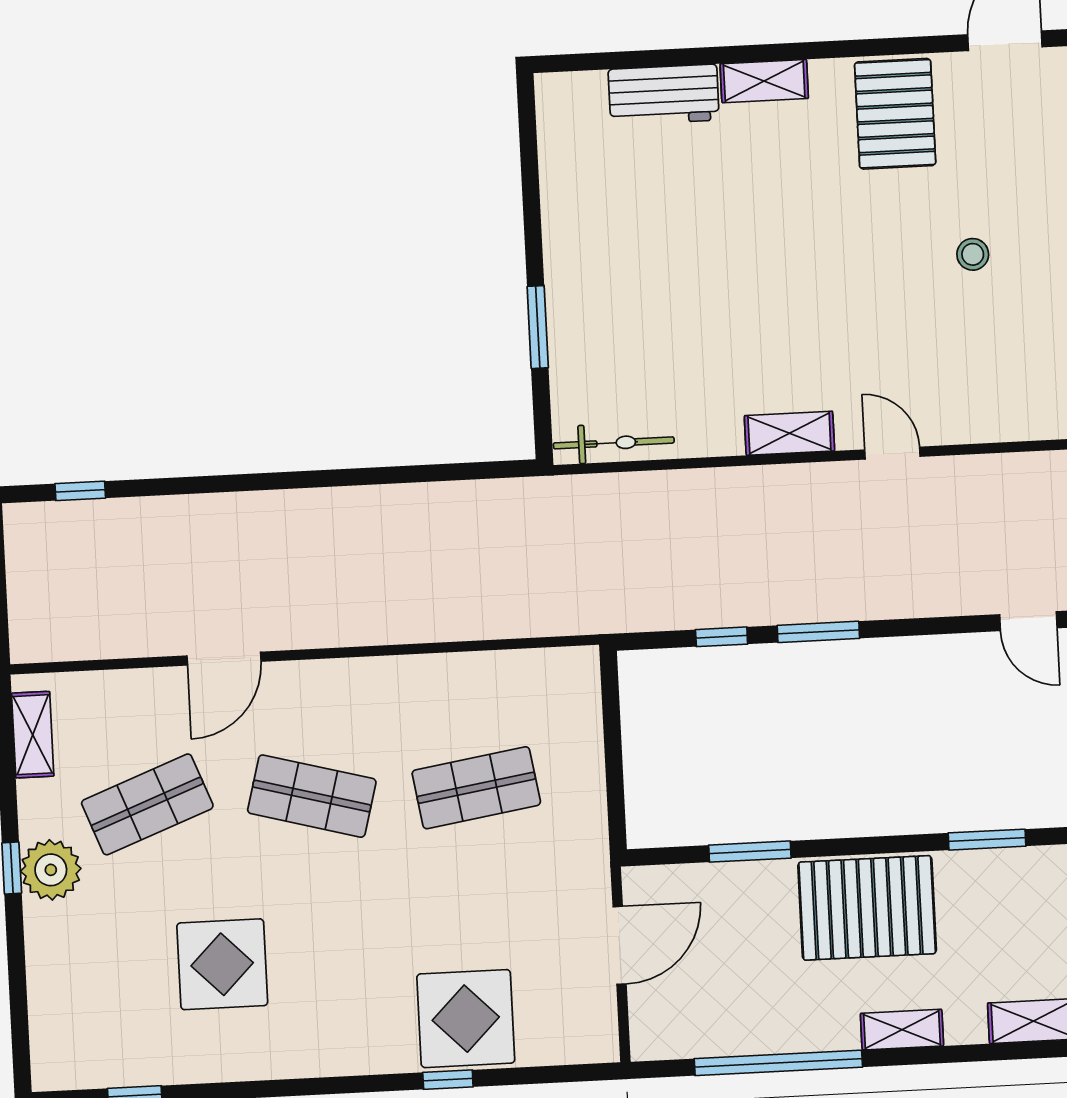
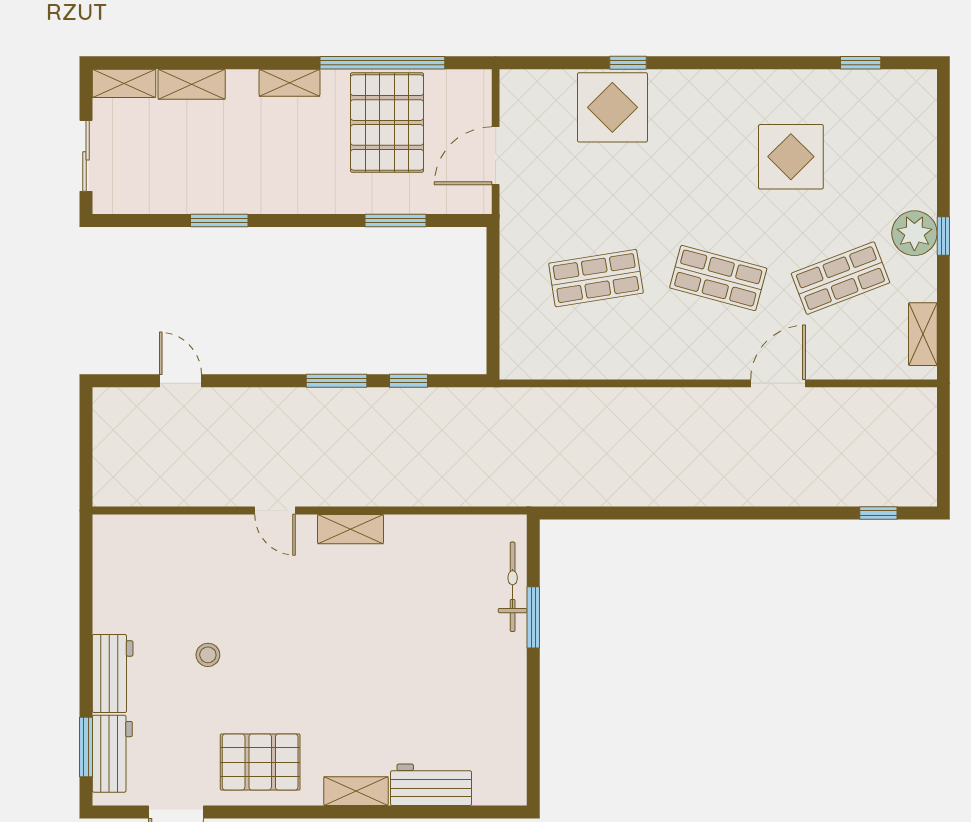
pallet: (895, 114) -> (260, 762), turned 90
bicycle: (614, 443) -> (513, 587), moved, turned 90
pallet: (867, 908) -> (387, 122), moved, turned 90

